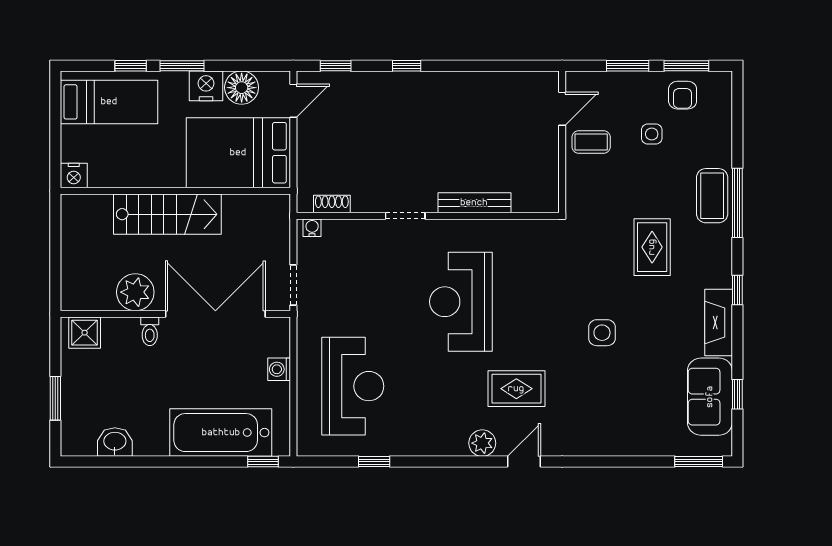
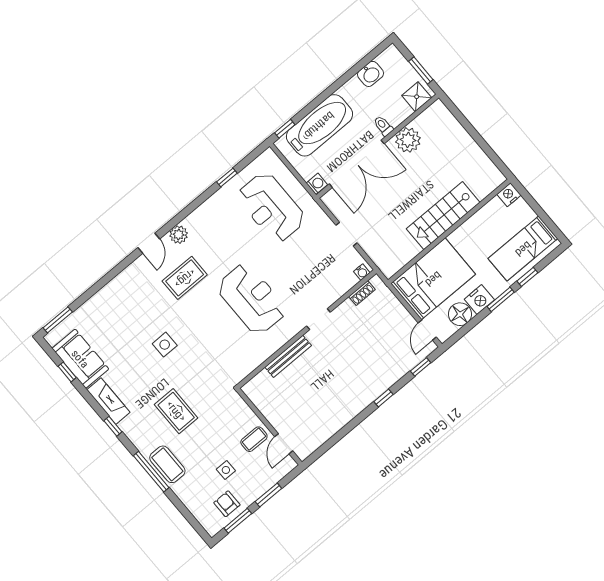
plant: (135, 292) -> (408, 140), moved
wall: (175, 314) -> (378, 146), moved
double door: (215, 314) -> (357, 164), moved
toilet: (150, 331) -> (383, 126), moved
shower: (85, 333) -> (417, 97), moved

